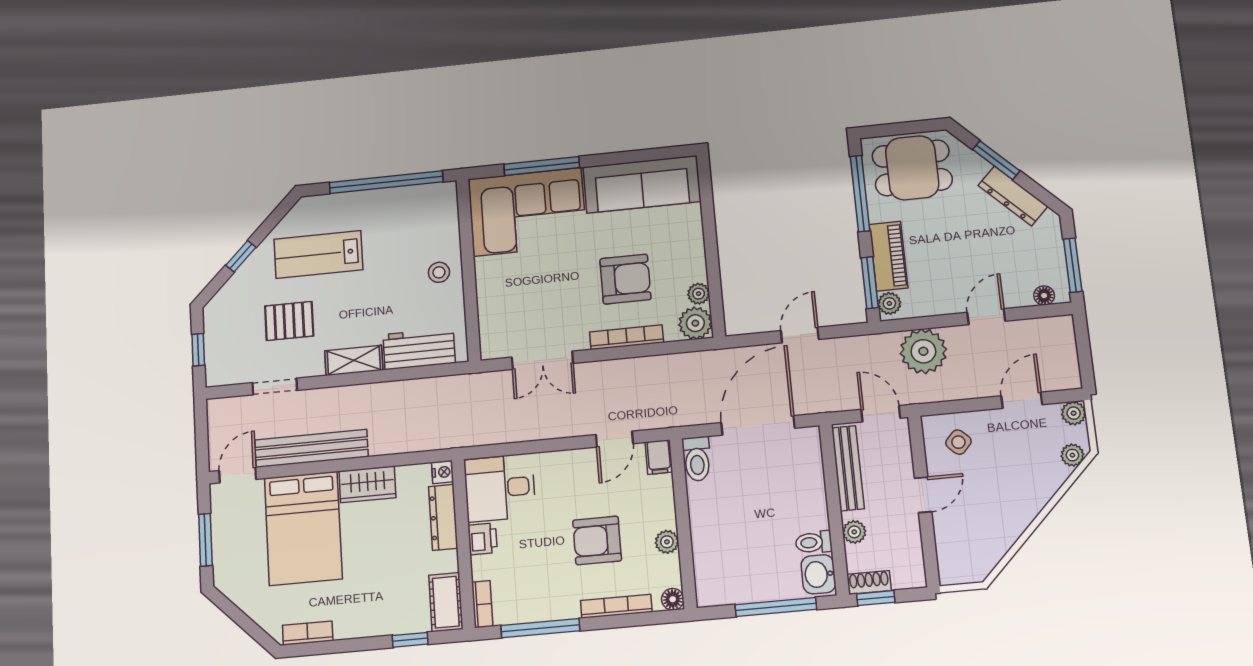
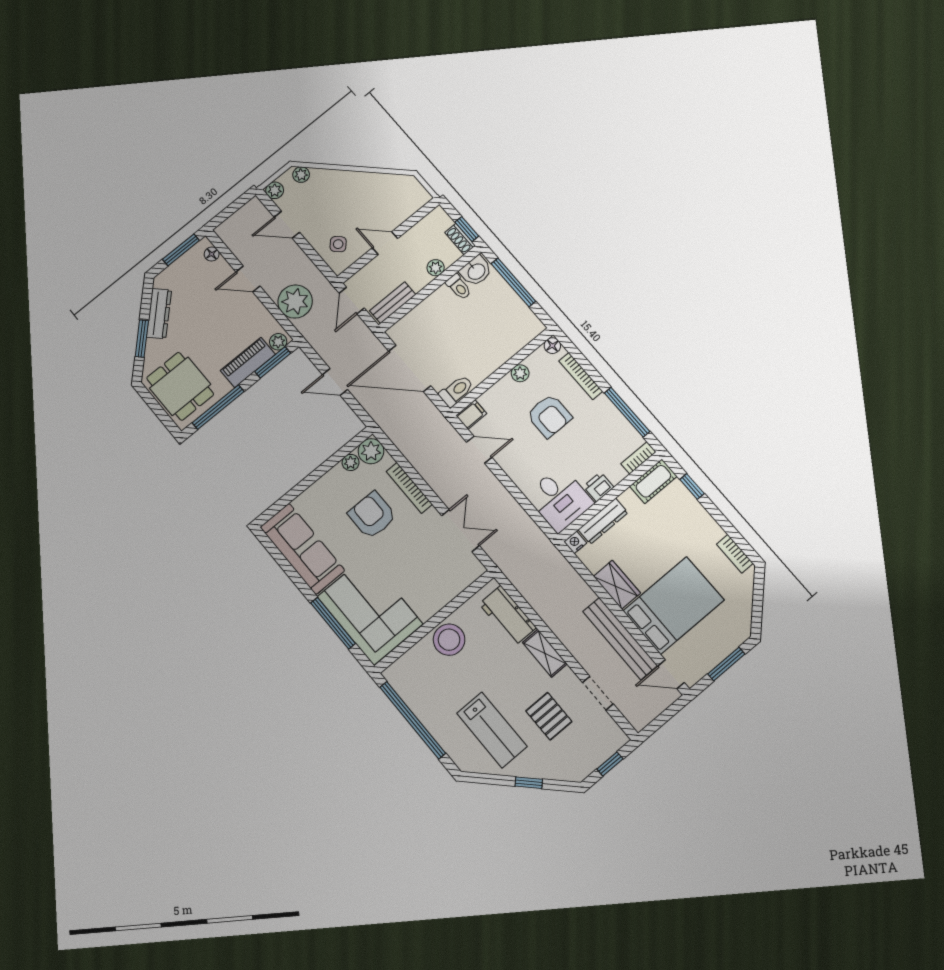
stool: (439, 272) -> (449, 640), width x1.89, depth x1.89
bench: (848, 468) -> (393, 303), width x0.73

